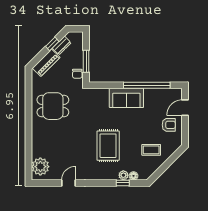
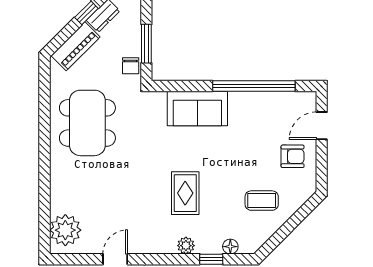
sofa: (126, 98) -> (197, 108), moved
dining table: (53, 106) -> (87, 123), width x1.38
rug: (108, 146) -> (185, 193), width x0.73, depth x0.70
plant: (123, 175) -> (186, 246), moved

